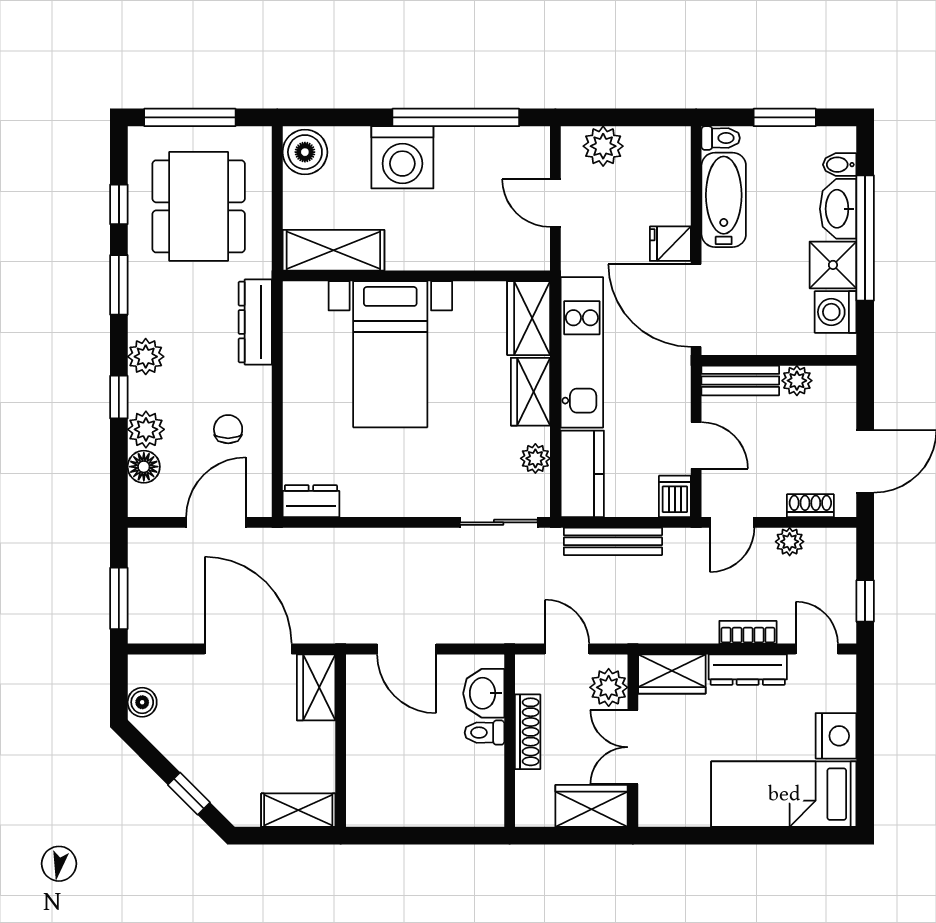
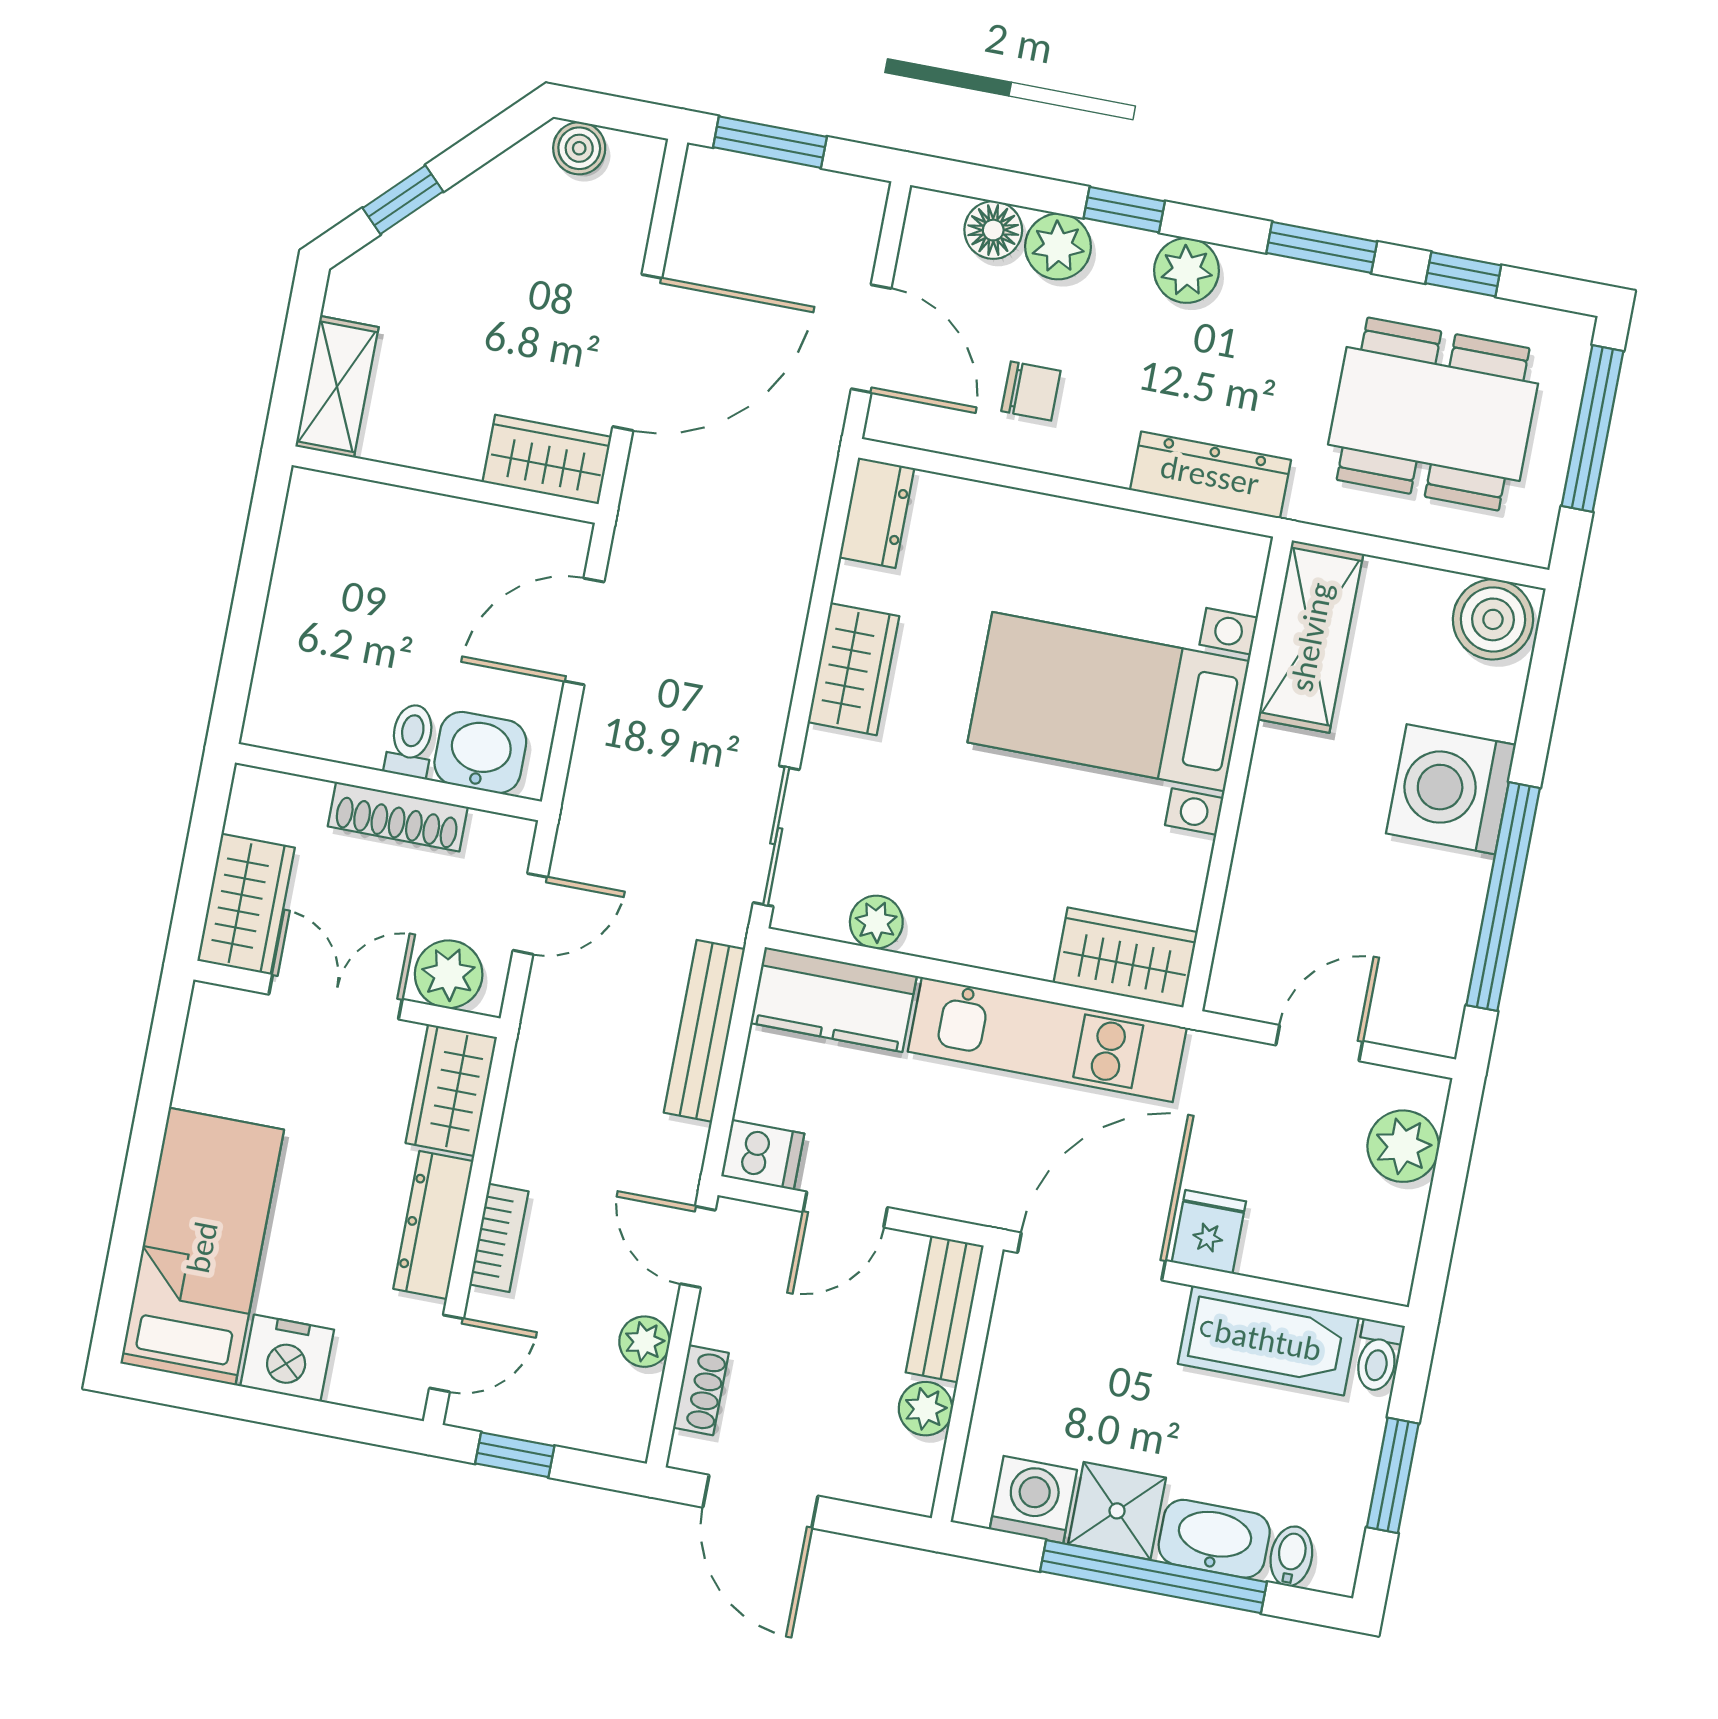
wardrobe: (530, 392) -> (854, 669), moved, turned 90

